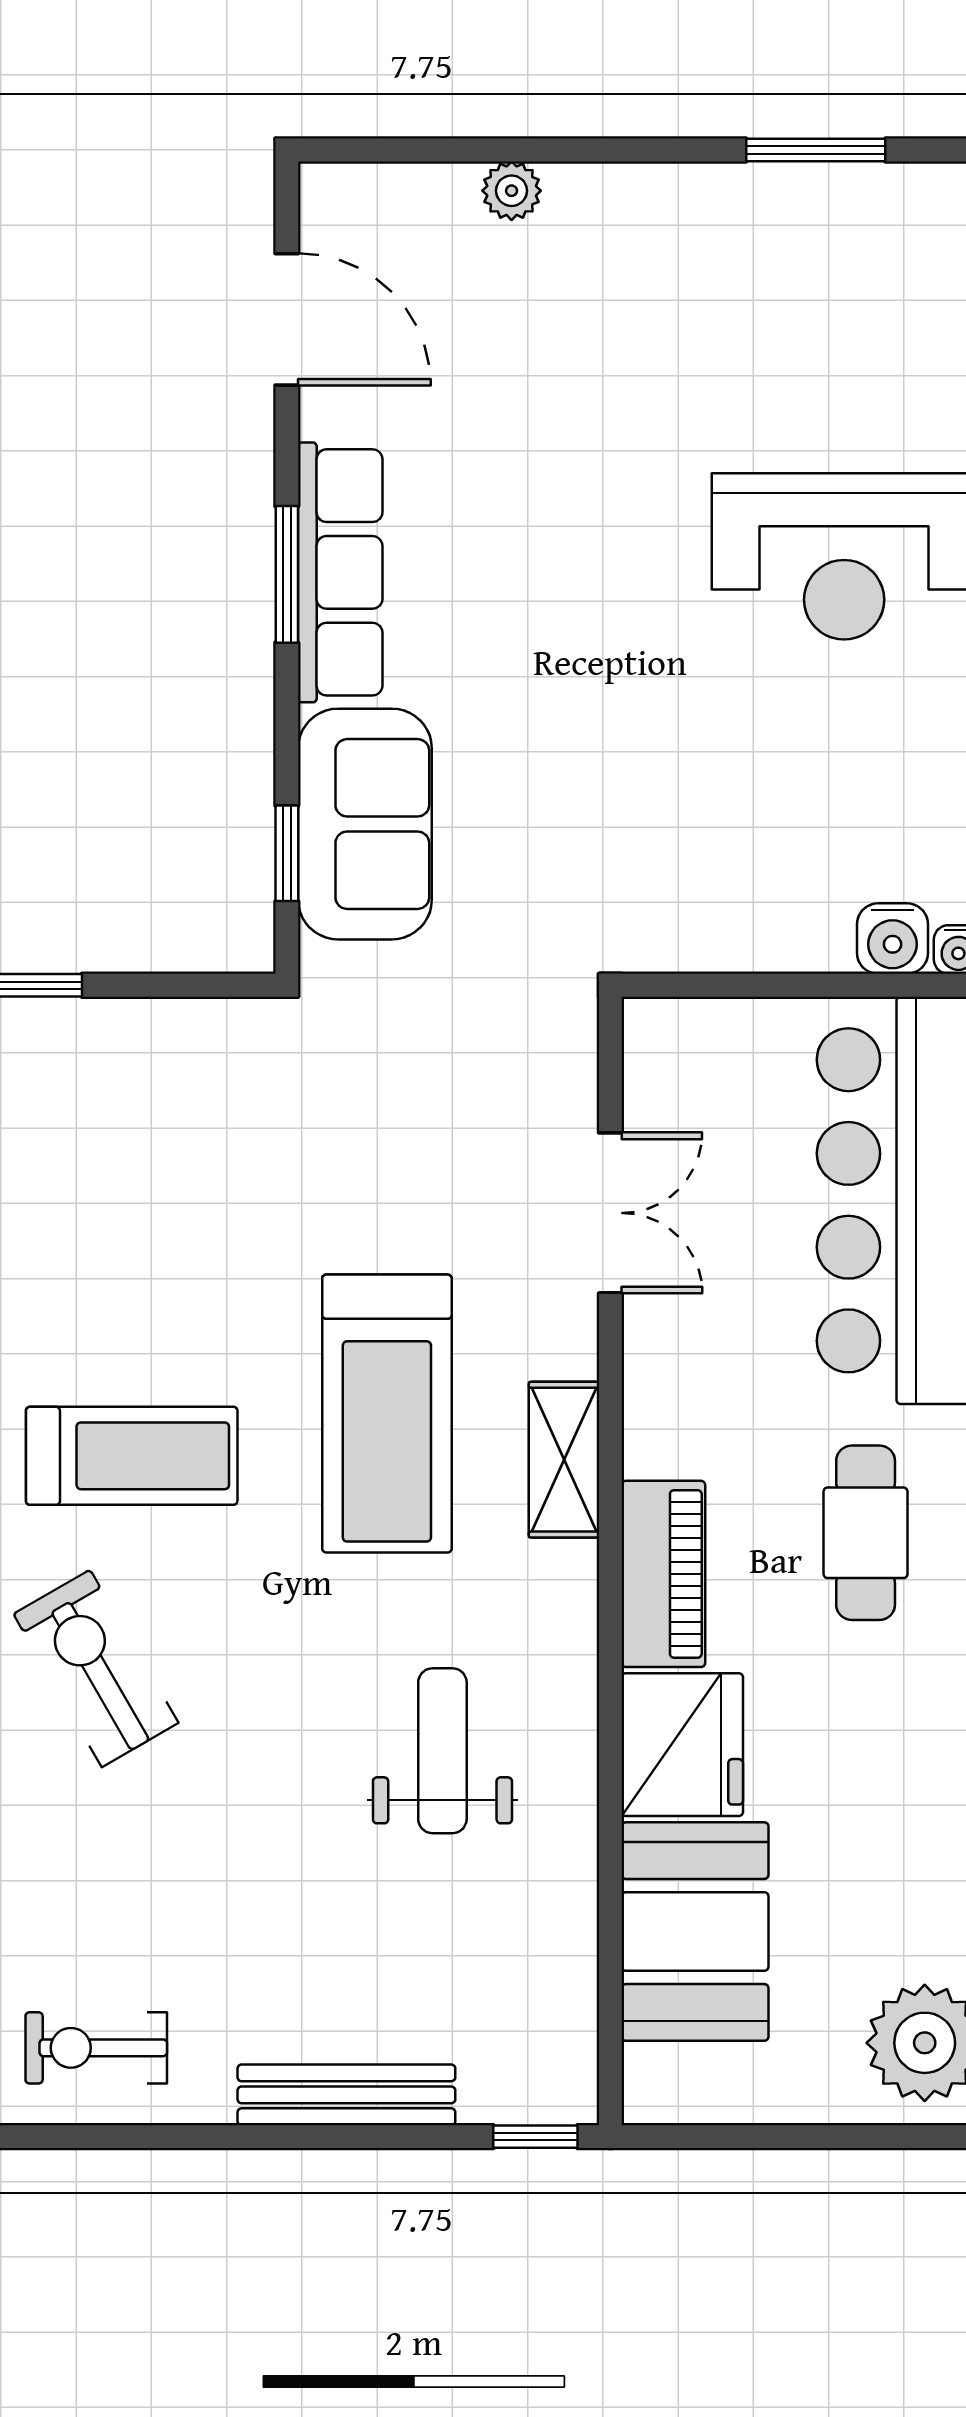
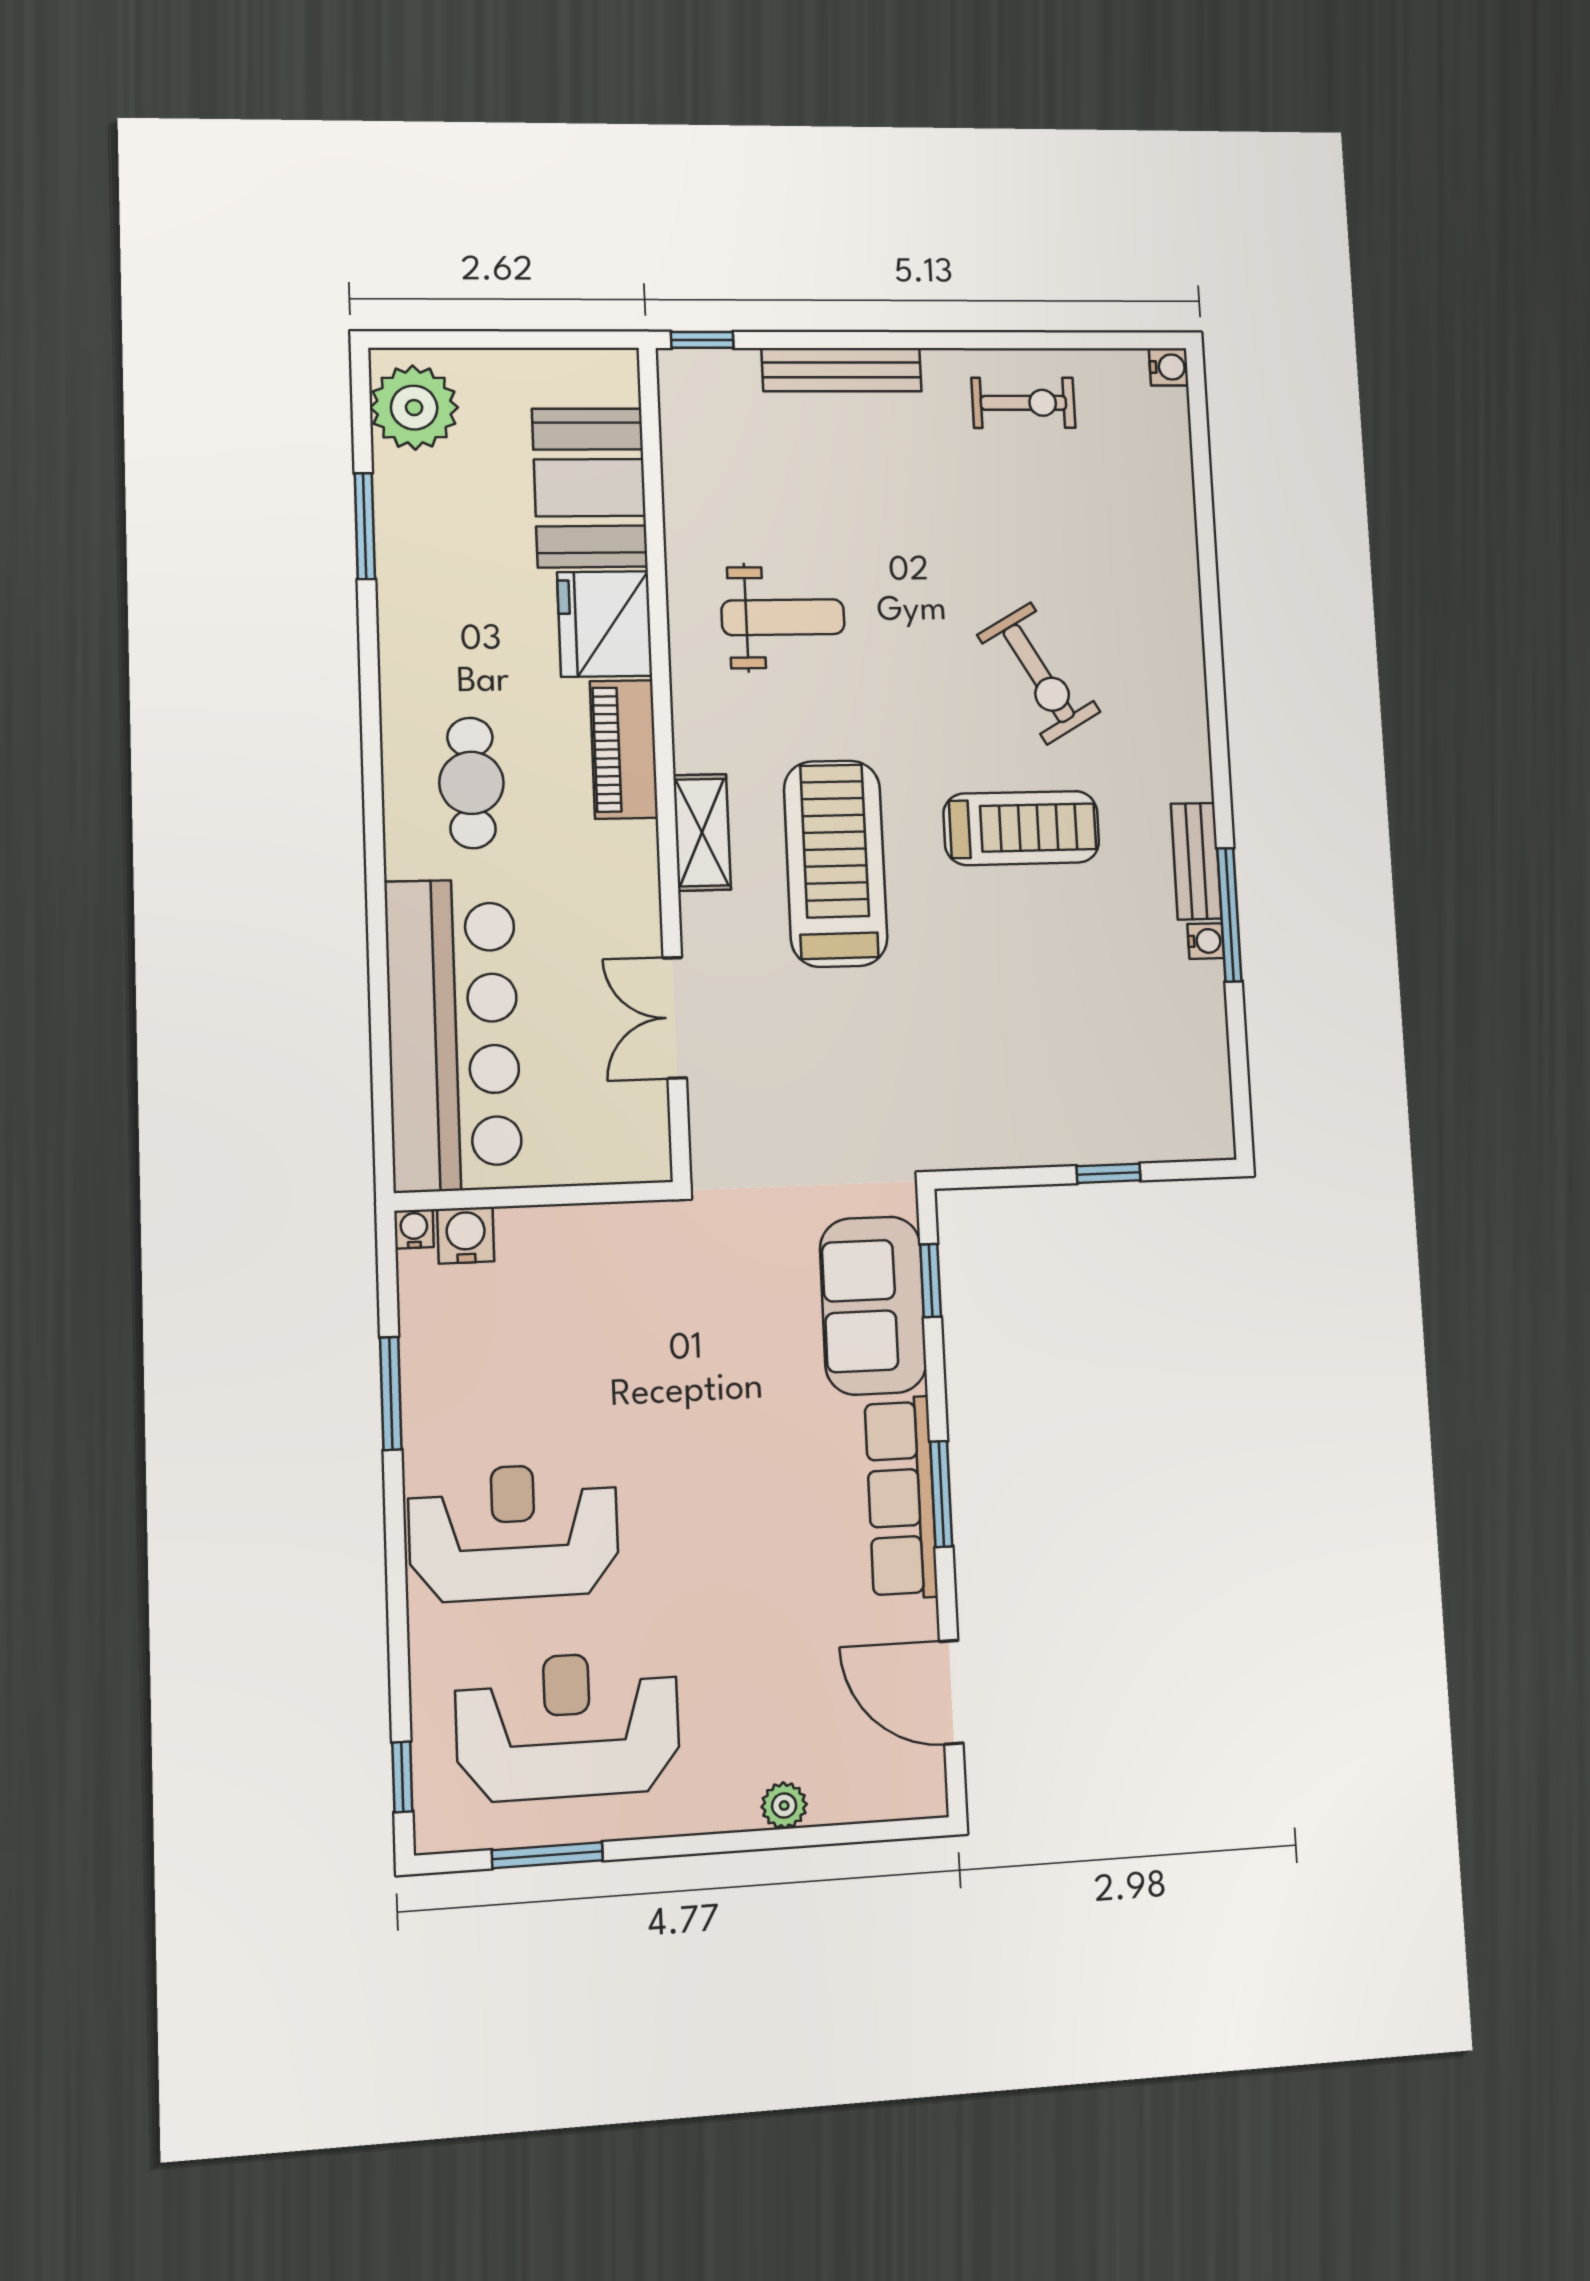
reception desk: (784, 309) -> (568, 1726), added
treadmill: (132, 1456) -> (1021, 828), turned 180
weight bench: (442, 1751) -> (783, 617), turned -90

